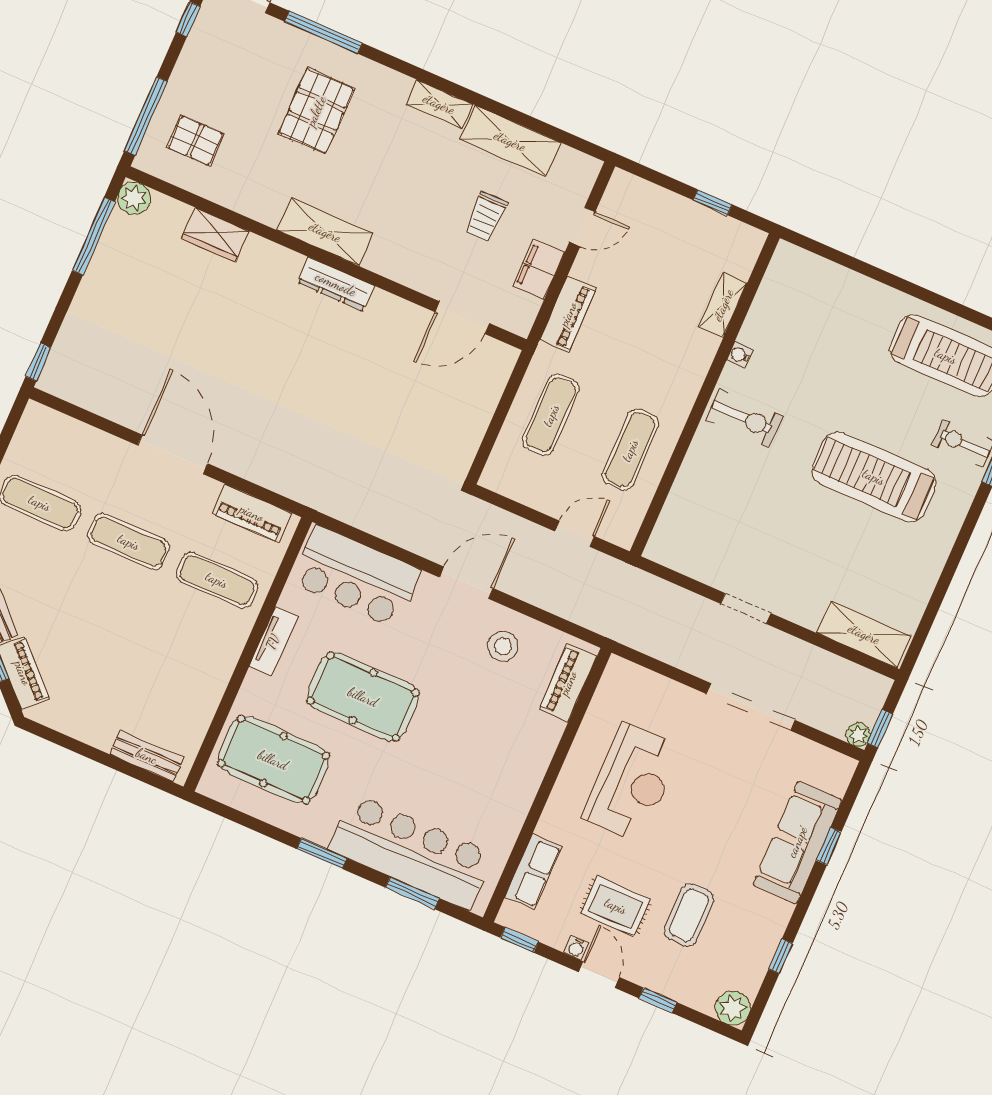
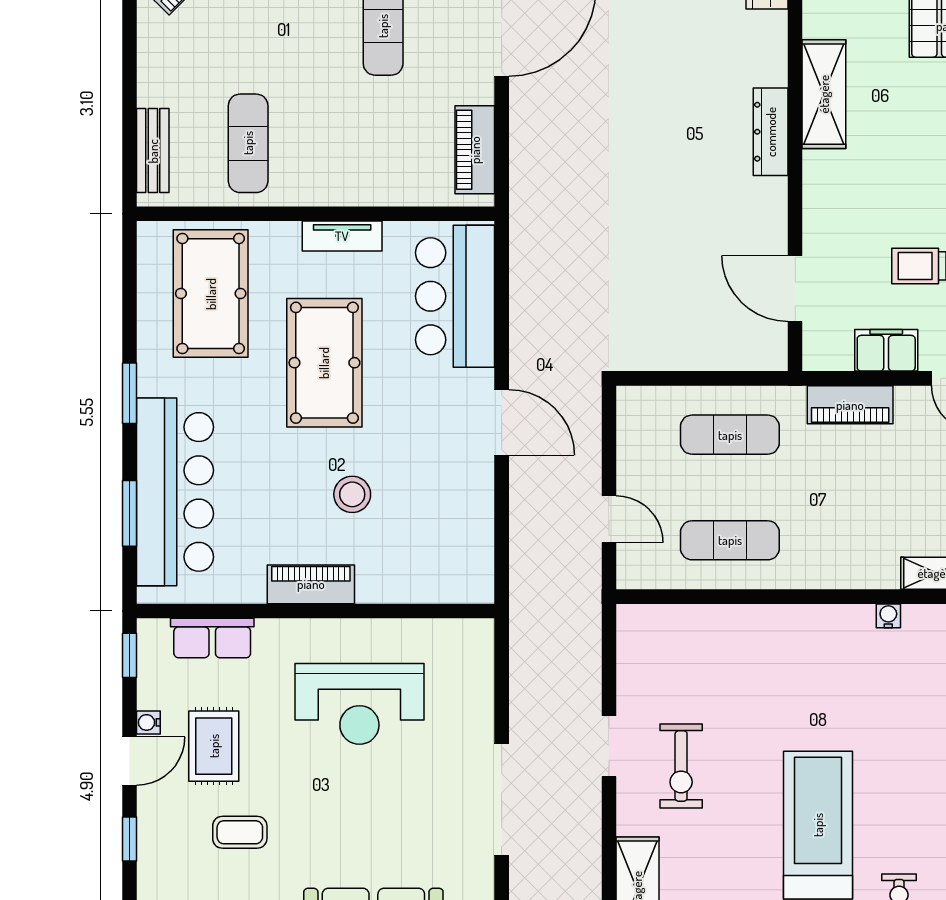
exercise bike: (744, 418) -> (681, 766), moved
exercise mat: (217, 580) -> (248, 143), moved
stool: (503, 646) -> (352, 494), moved
piano: (568, 683) -> (311, 584), moved
coffee table: (689, 915) -> (240, 832), width x0.73, depth x0.77

